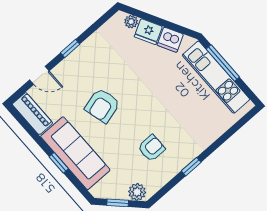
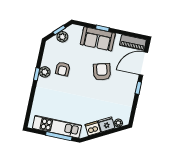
door: (39, 75) -> (143, 64), width x1.87
sofa: (75, 153) -> (98, 39), width x0.73
plant: (178, 162) -> (45, 72), added
plant: (137, 192) -> (62, 37), moved

